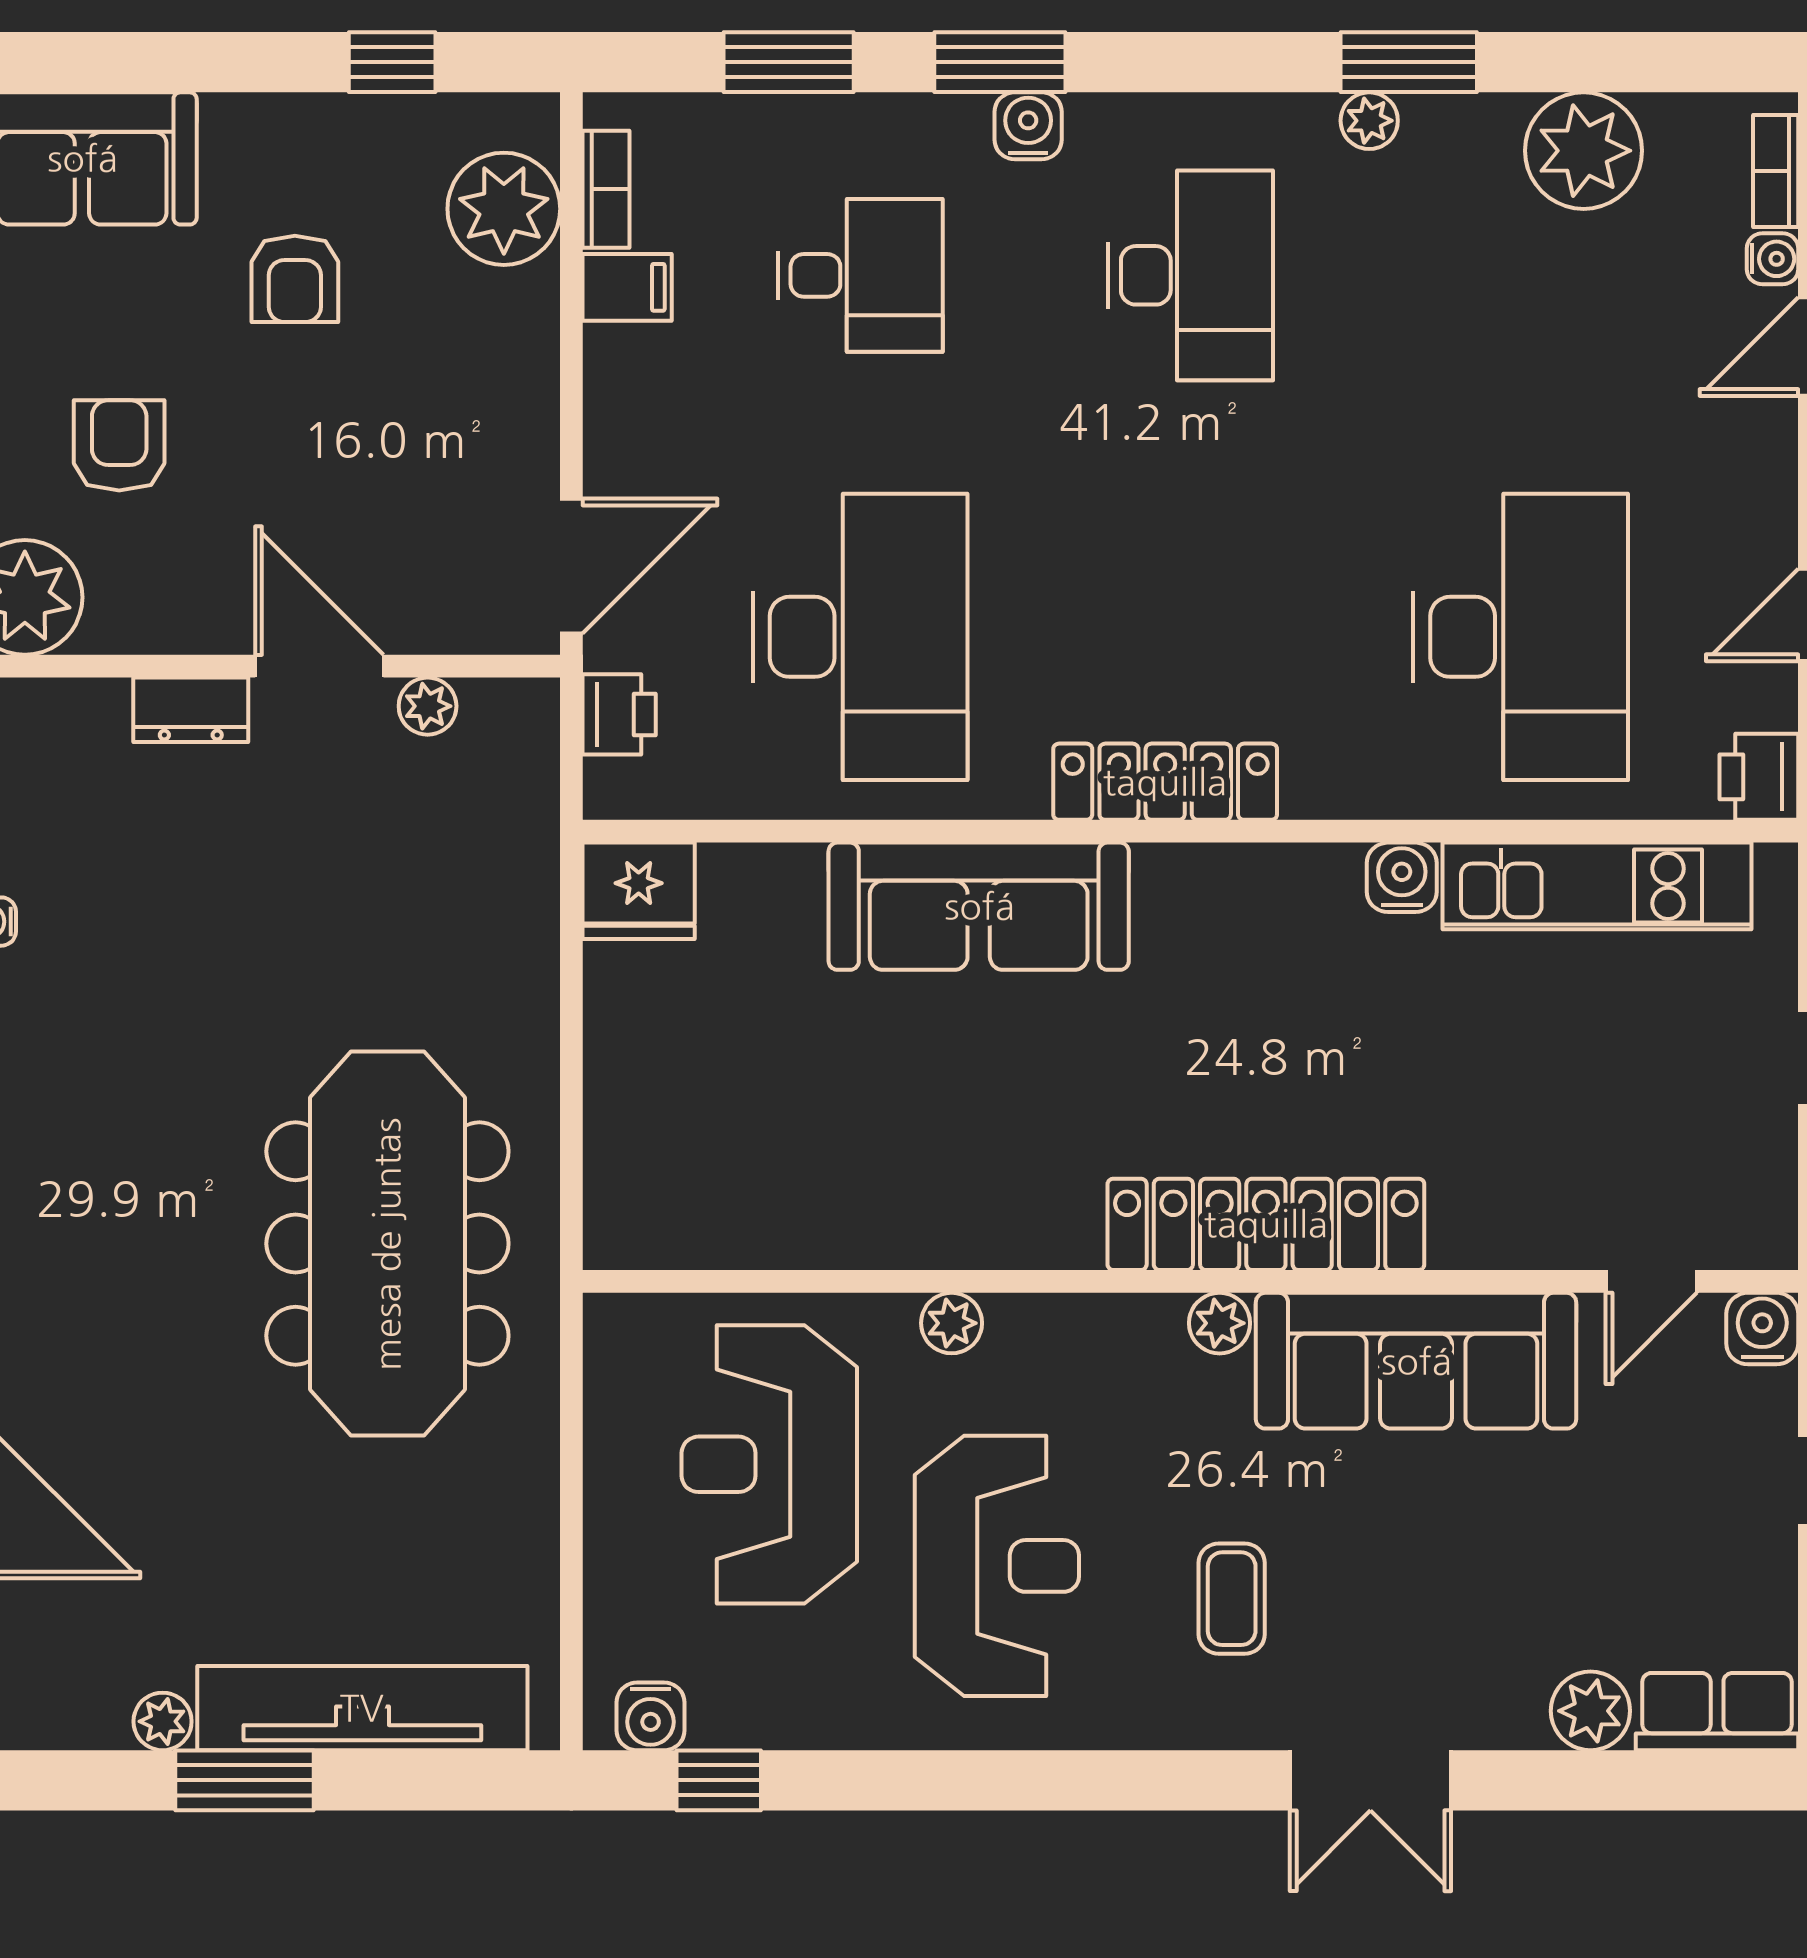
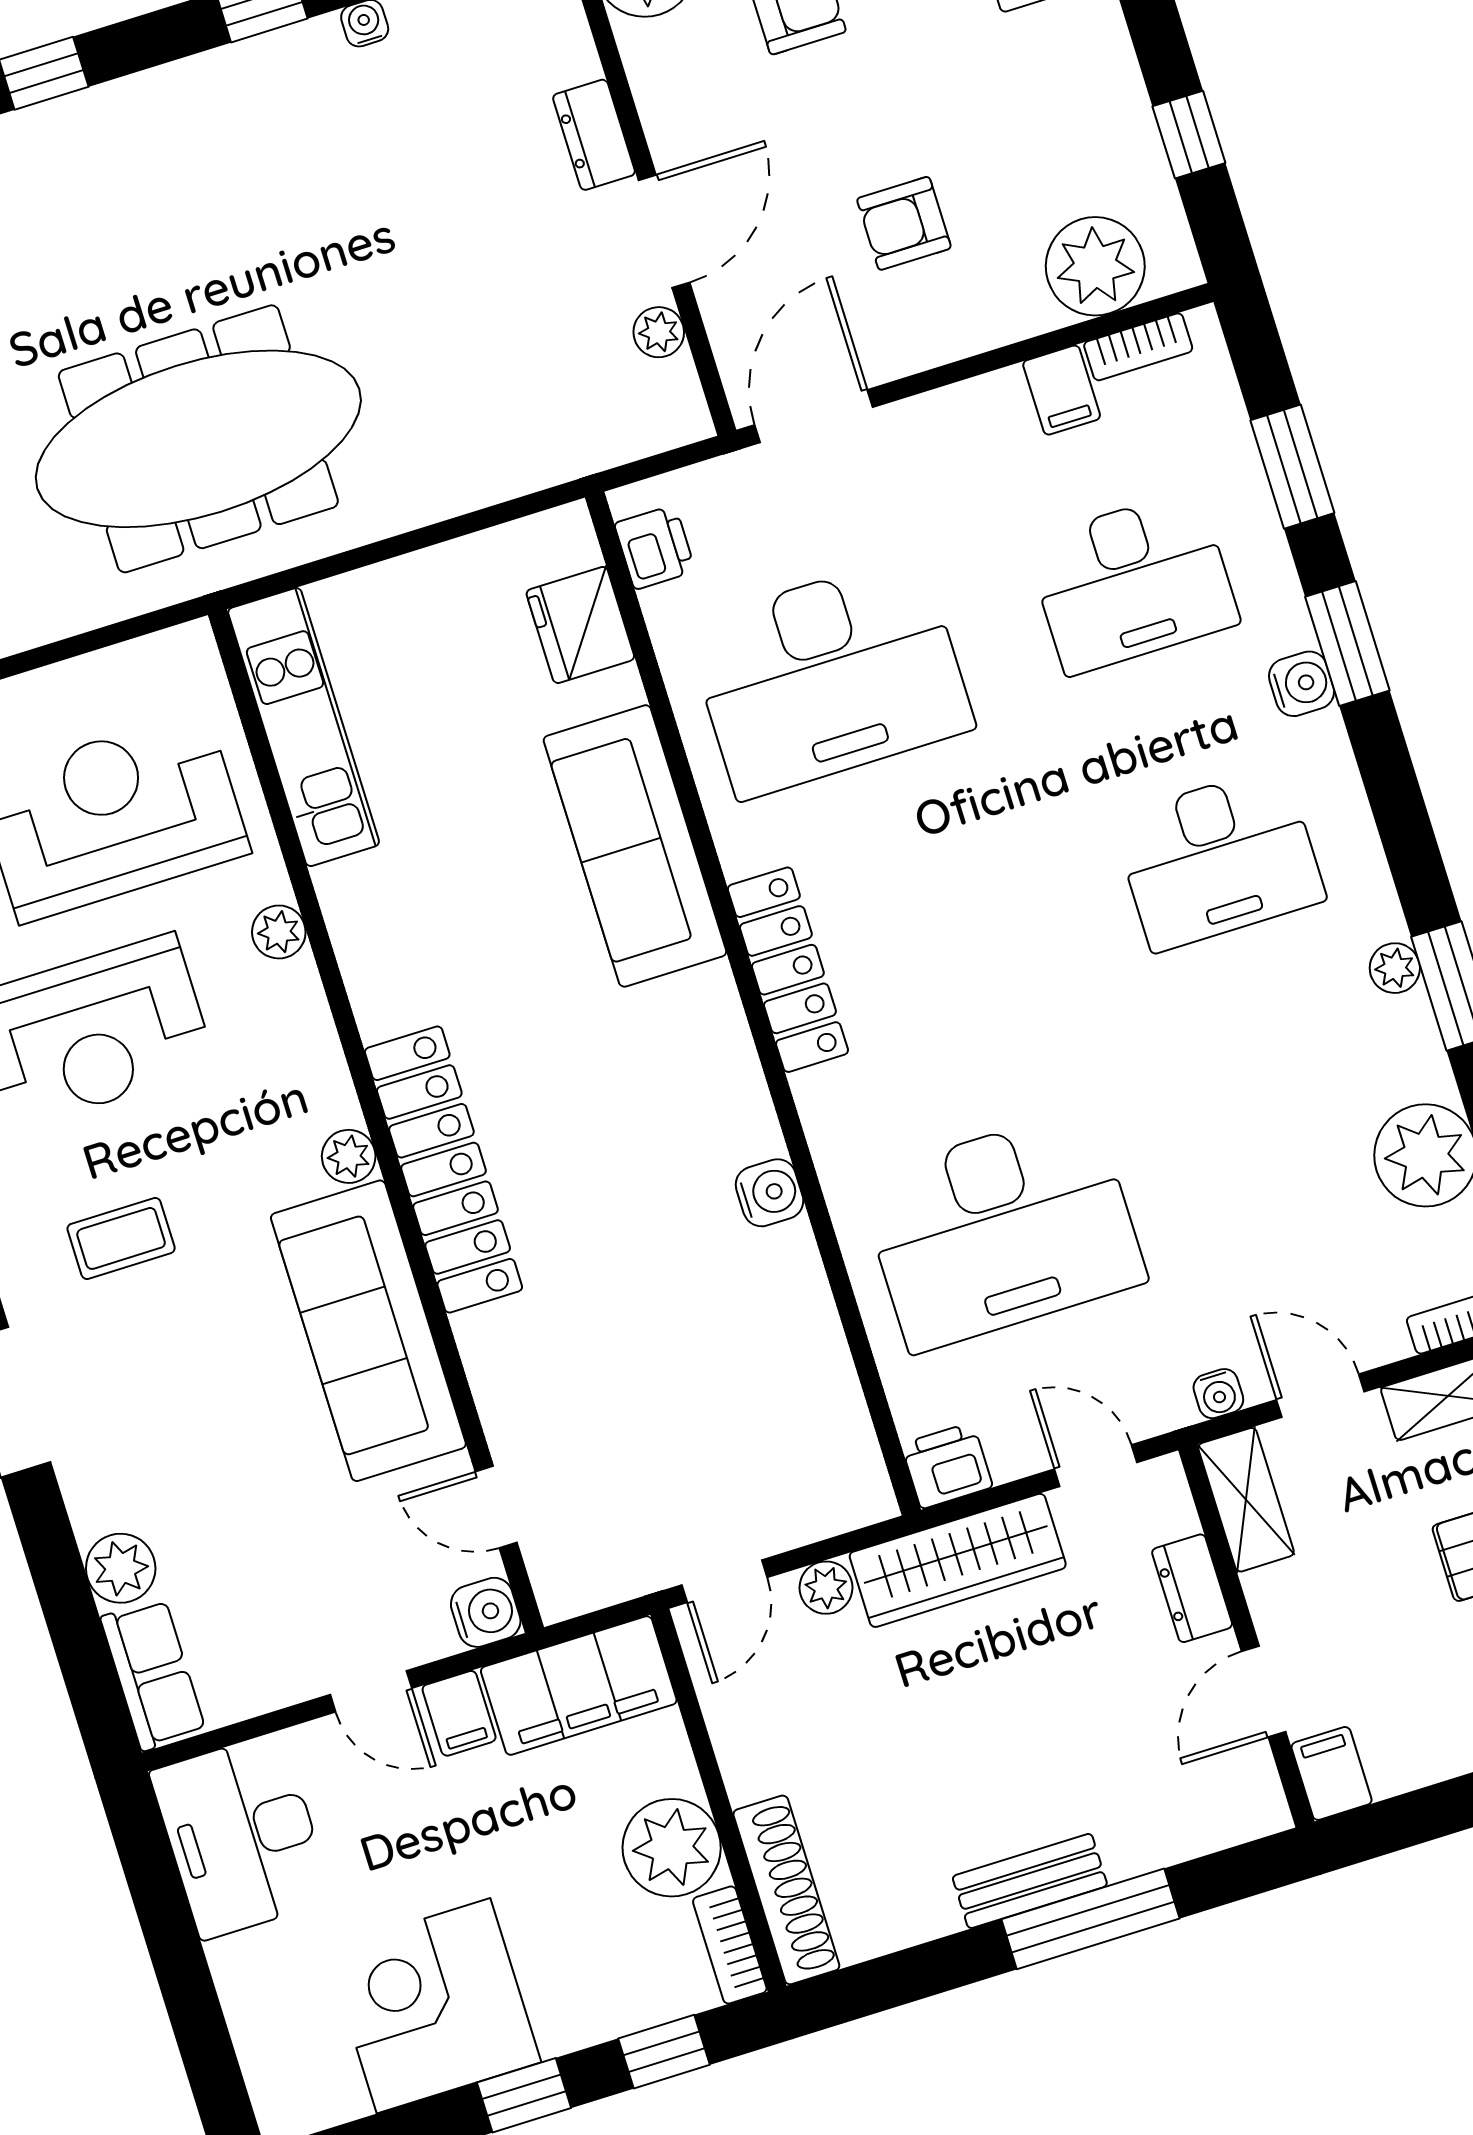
water cooler: (1773, 259) -> (1218, 1394), moved
desk: (860, 275) -> (1132, 582), width x1.37
armchair: (295, 279) -> (904, 223), moved
door: (571, 566) -> (814, 416), swing flipped
printer: (619, 714) -> (655, 547), moved, turned -90
kitchen unit: (1597, 886) -> (304, 727), moved, turned 180
fridge: (639, 891) -> (580, 625), moved

